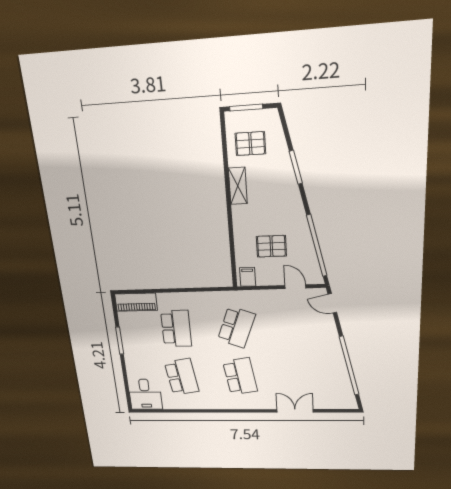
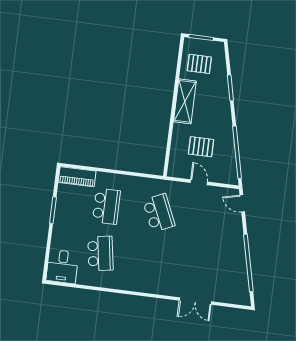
shelving: (238, 186) -> (185, 101), width x1.50, depth x1.33
filing cabinet: (248, 277) -> (177, 169), removed
door: (295, 287) -> (199, 182), moved
school desk: (236, 327) -> (159, 213), turned -45
school desk: (240, 376) -> (153, 260), removed
double door: (295, 411) -> (195, 301), swing flipped

